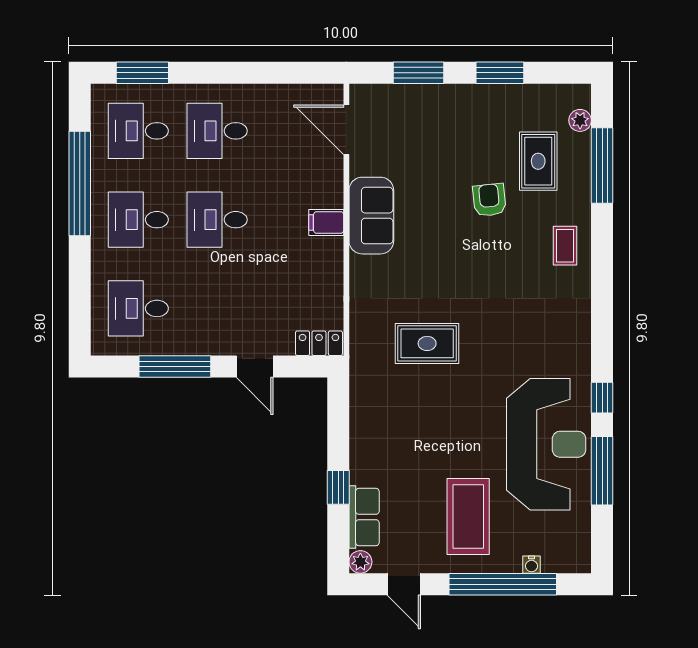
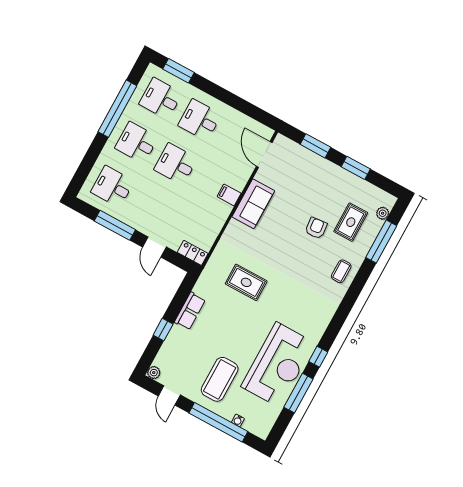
row of seats: (364, 517) -> (190, 311), moved

